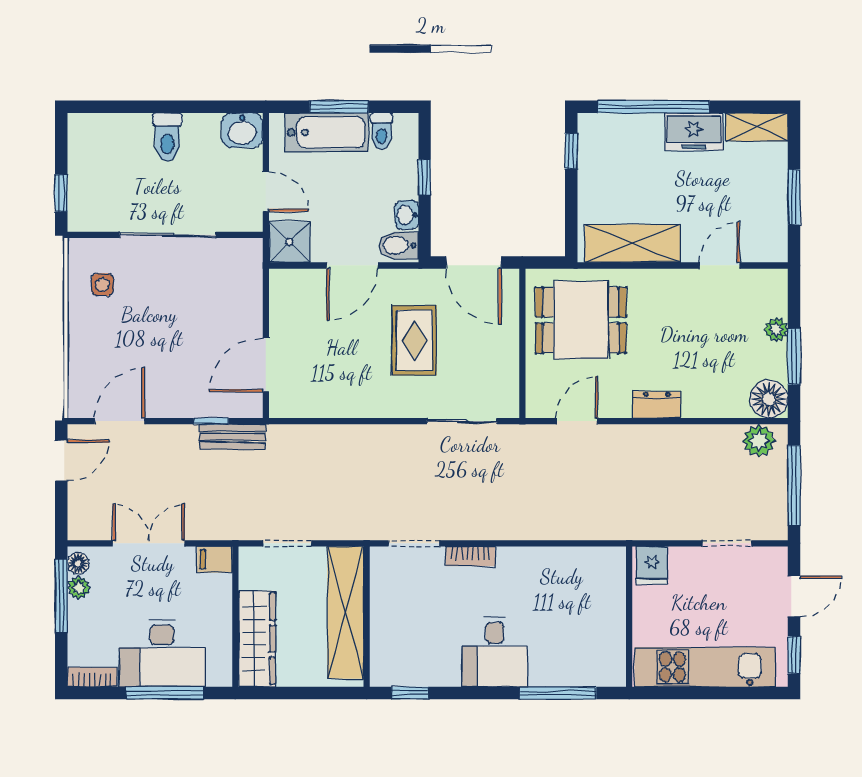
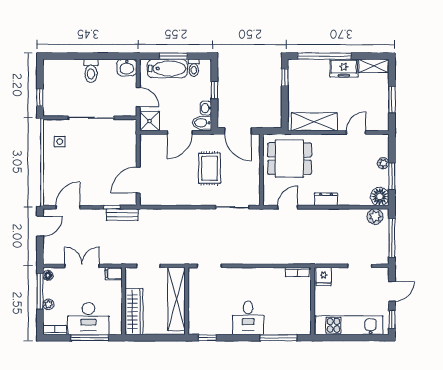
bookcase: (470, 556) -> (297, 272), moved
plant: (79, 588) -> (48, 304), moved

